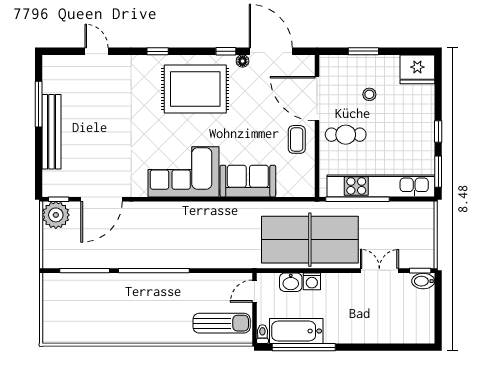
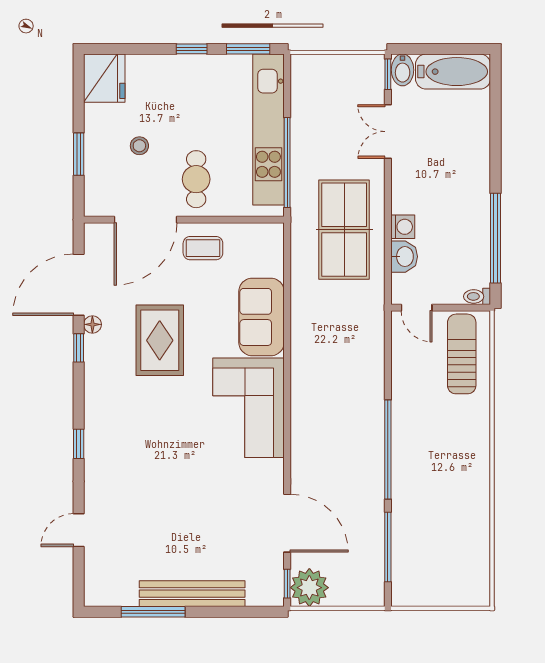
rug: (195, 89) -> (160, 340), moved, width x0.73, depth x0.69
table tennis table: (310, 240) -> (344, 230), width x0.73, depth x0.76
bathtub: (296, 331) -> (453, 72), moved, turned -90

